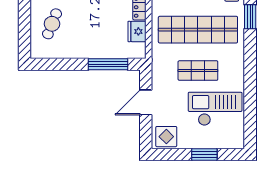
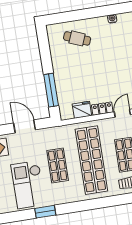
window: (250, 17) -> (45, 212), moved
checkout: (215, 109) -> (28, 185), turned 180

